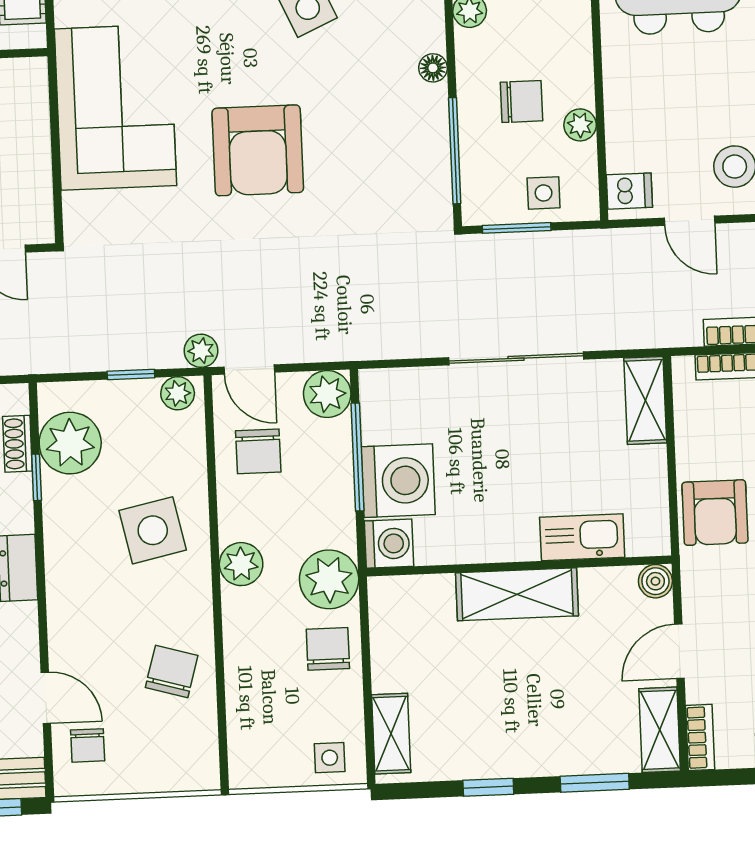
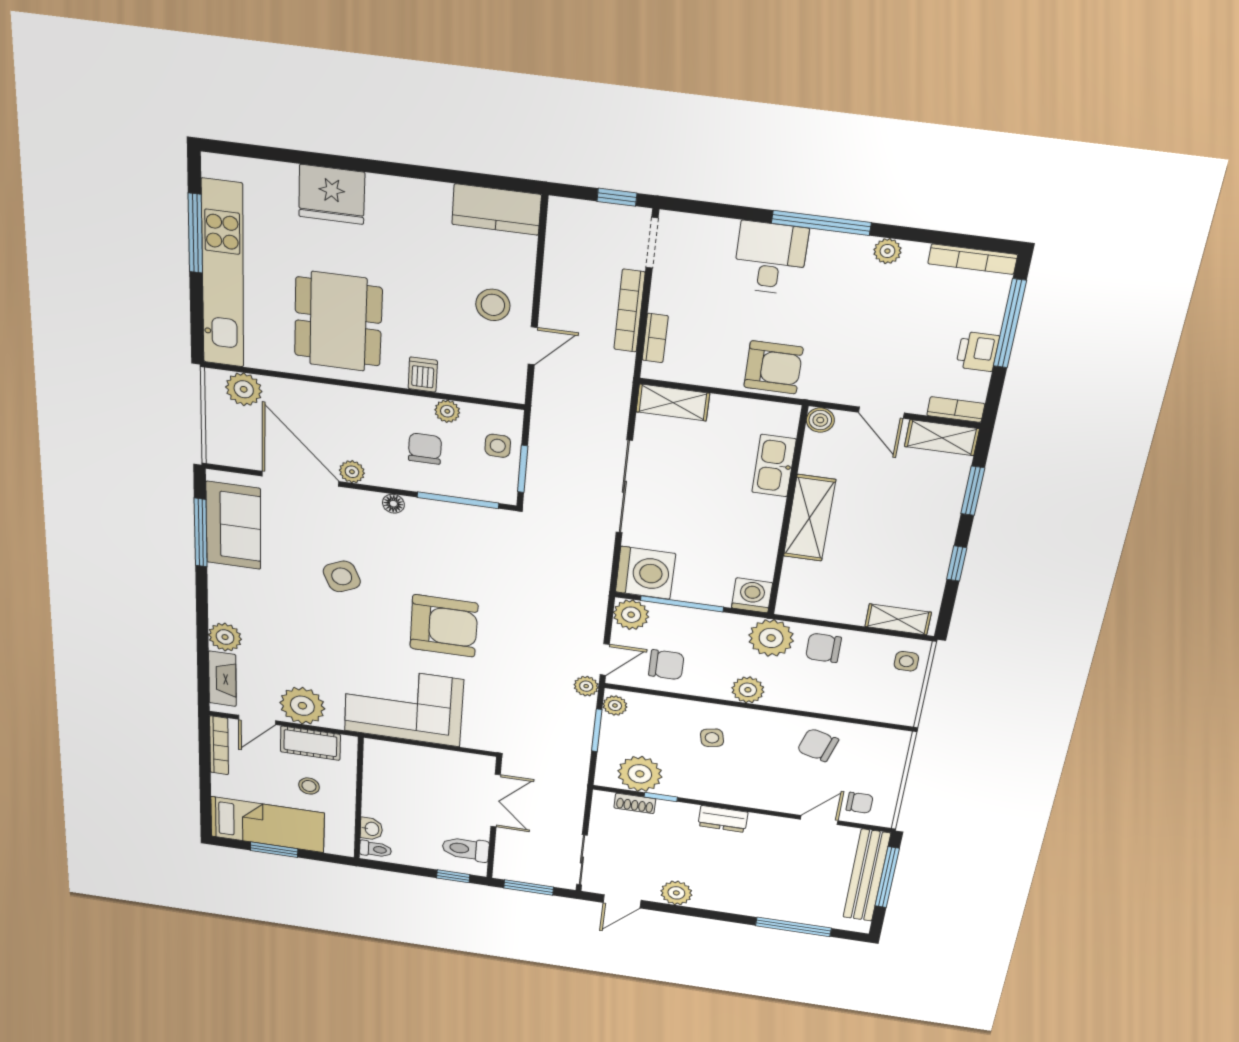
dishwasher: (629, 191) -> (423, 375), moved
window: (131, 375) -> (597, 730), width x1.50
washing machine: (398, 481) -> (645, 573), moved, turned 90
side table: (153, 530) -> (712, 738), width x0.54, depth x0.54

